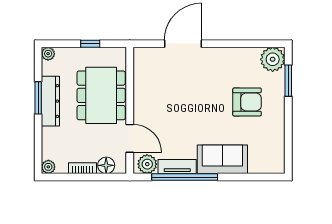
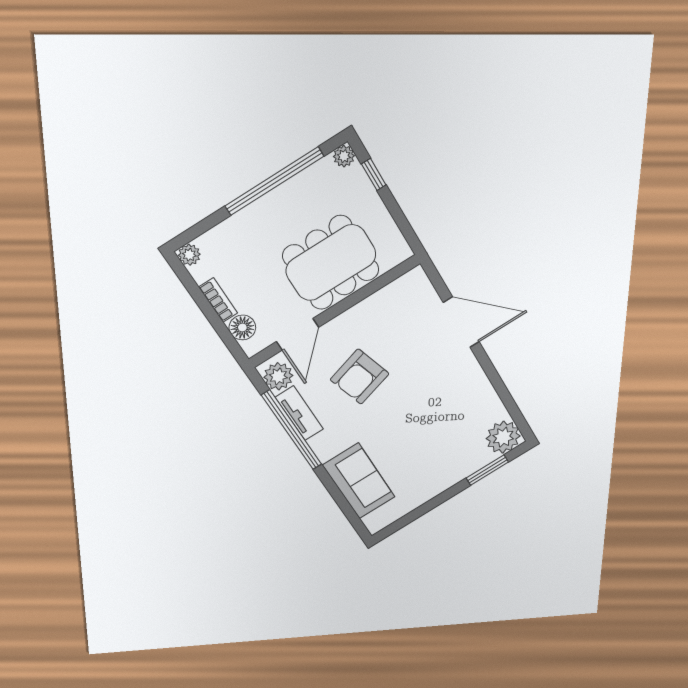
window: (90, 44) -> (374, 174), moved
window: (38, 98) -> (274, 181), width x2.11
dresser: (50, 101) -> (281, 201), removed
armchair: (247, 102) -> (360, 377), moved, turned 73
sofa: (222, 159) -> (359, 481), moved

